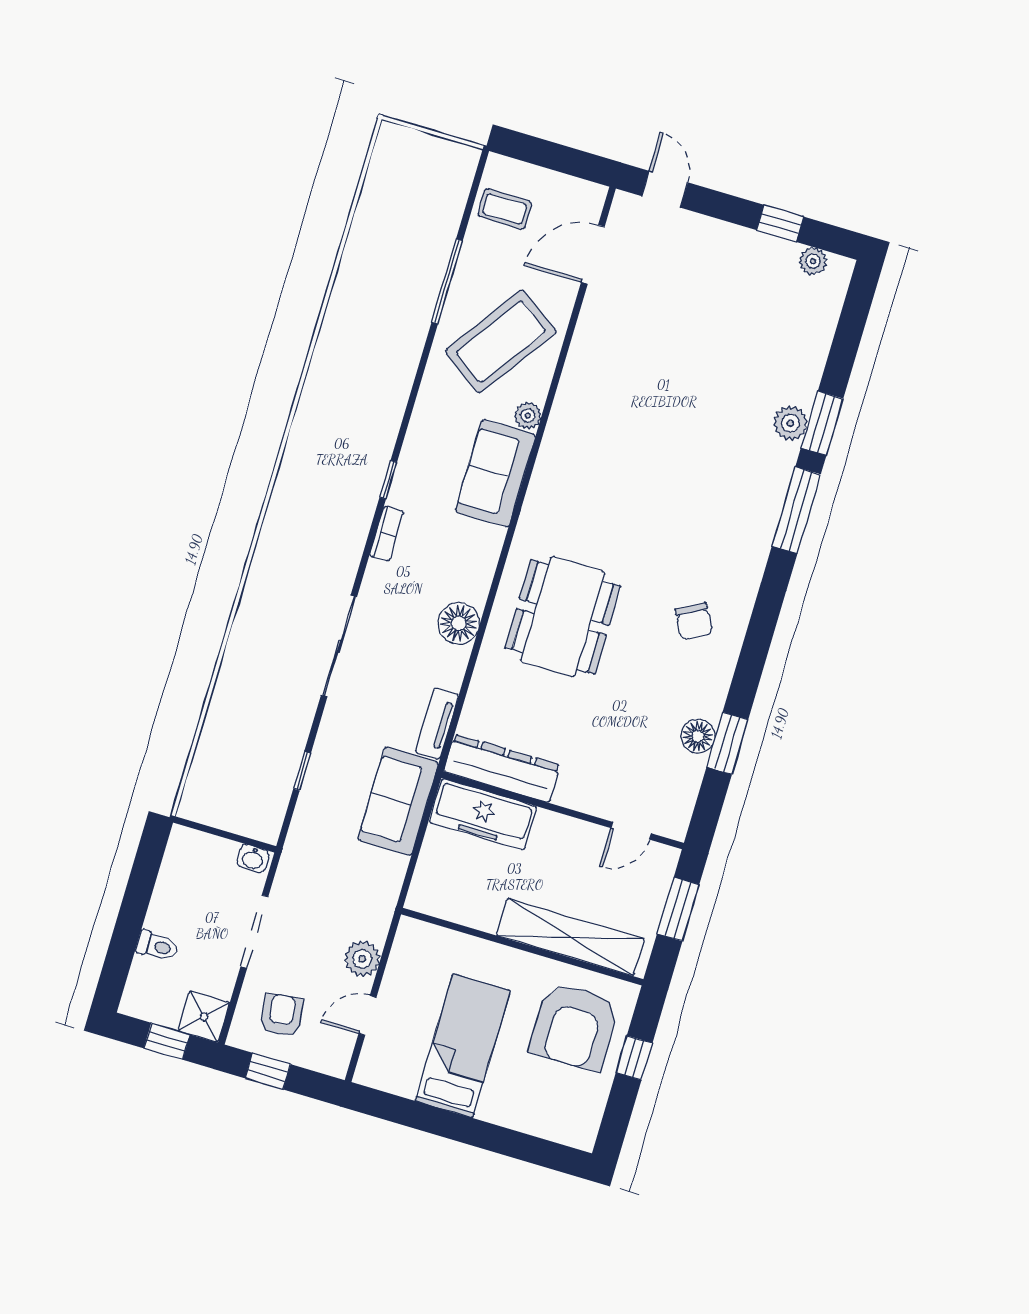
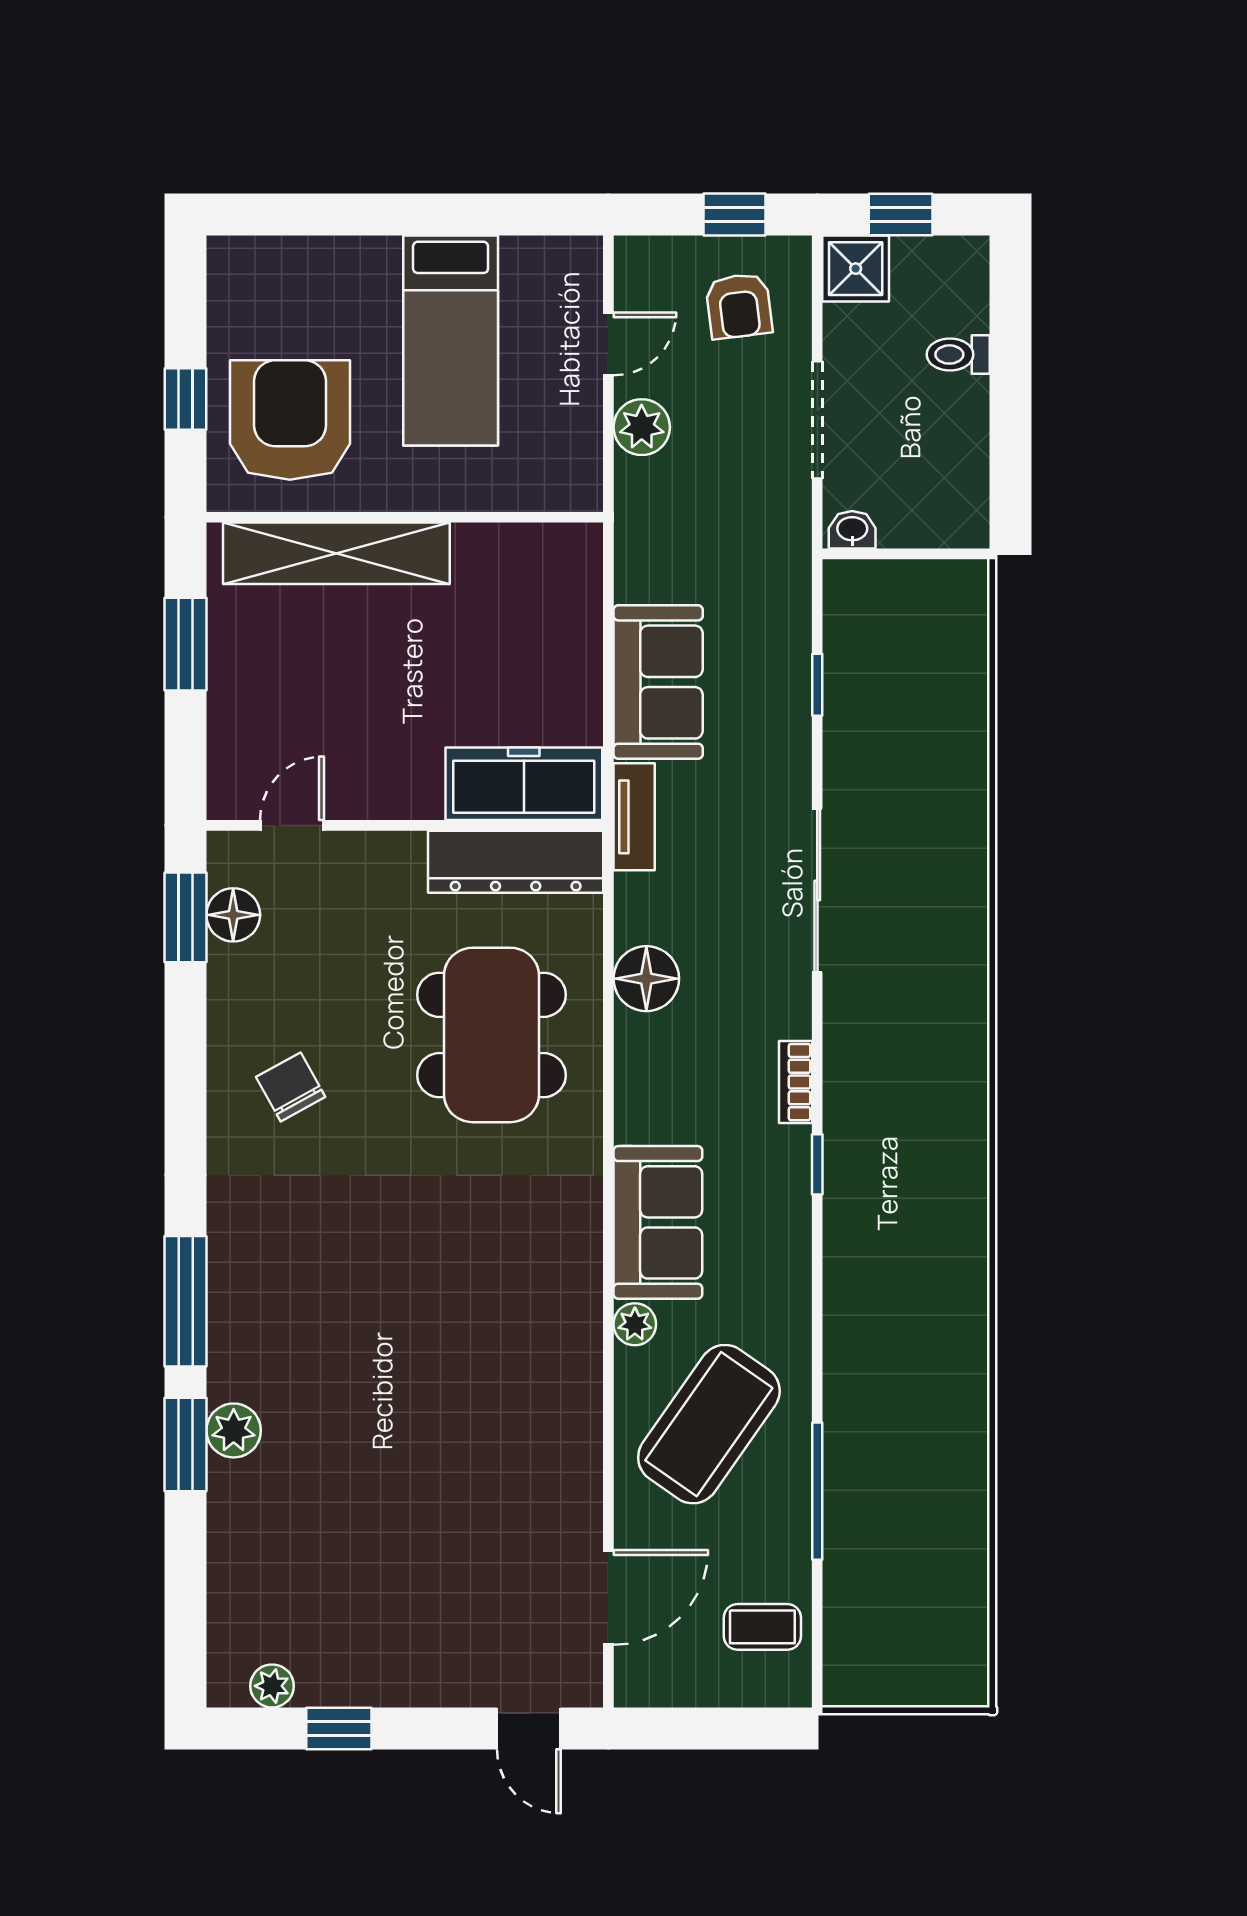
dresser: (502, 768) -> (516, 862), moved
wall: (563, 810) -> (405, 825), moved
freezer: (483, 814) -> (524, 784), moved
door: (631, 831) -> (292, 825), moved

